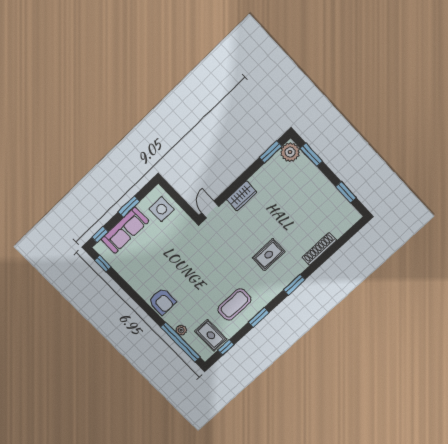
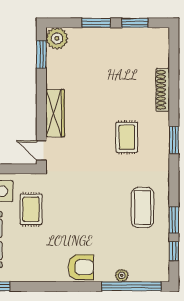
window: (311, 155) -> (96, 23), moved
wardrobe: (242, 196) -> (55, 113), width x1.50
window: (259, 317) -> (174, 220), moved
rug: (211, 335) -> (31, 209), moved, turned 90

